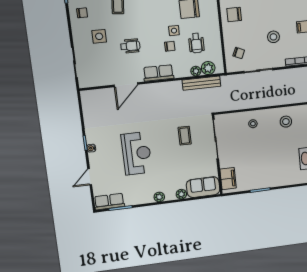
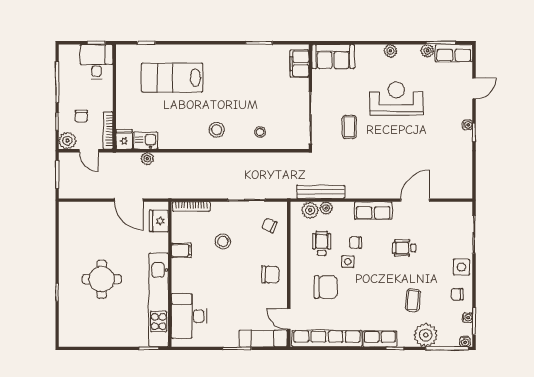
side table: (99, 36) -> (461, 267), moved
reception desk: (137, 153) -> (396, 99), moved, turned 90
plant: (181, 194) -> (428, 51), moved

